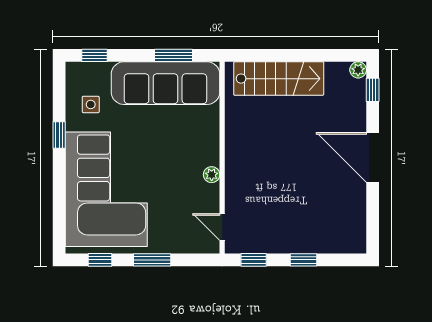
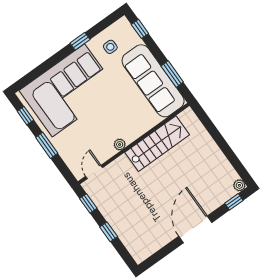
stairs: (279, 79) -> (157, 144), moved, turned -90

